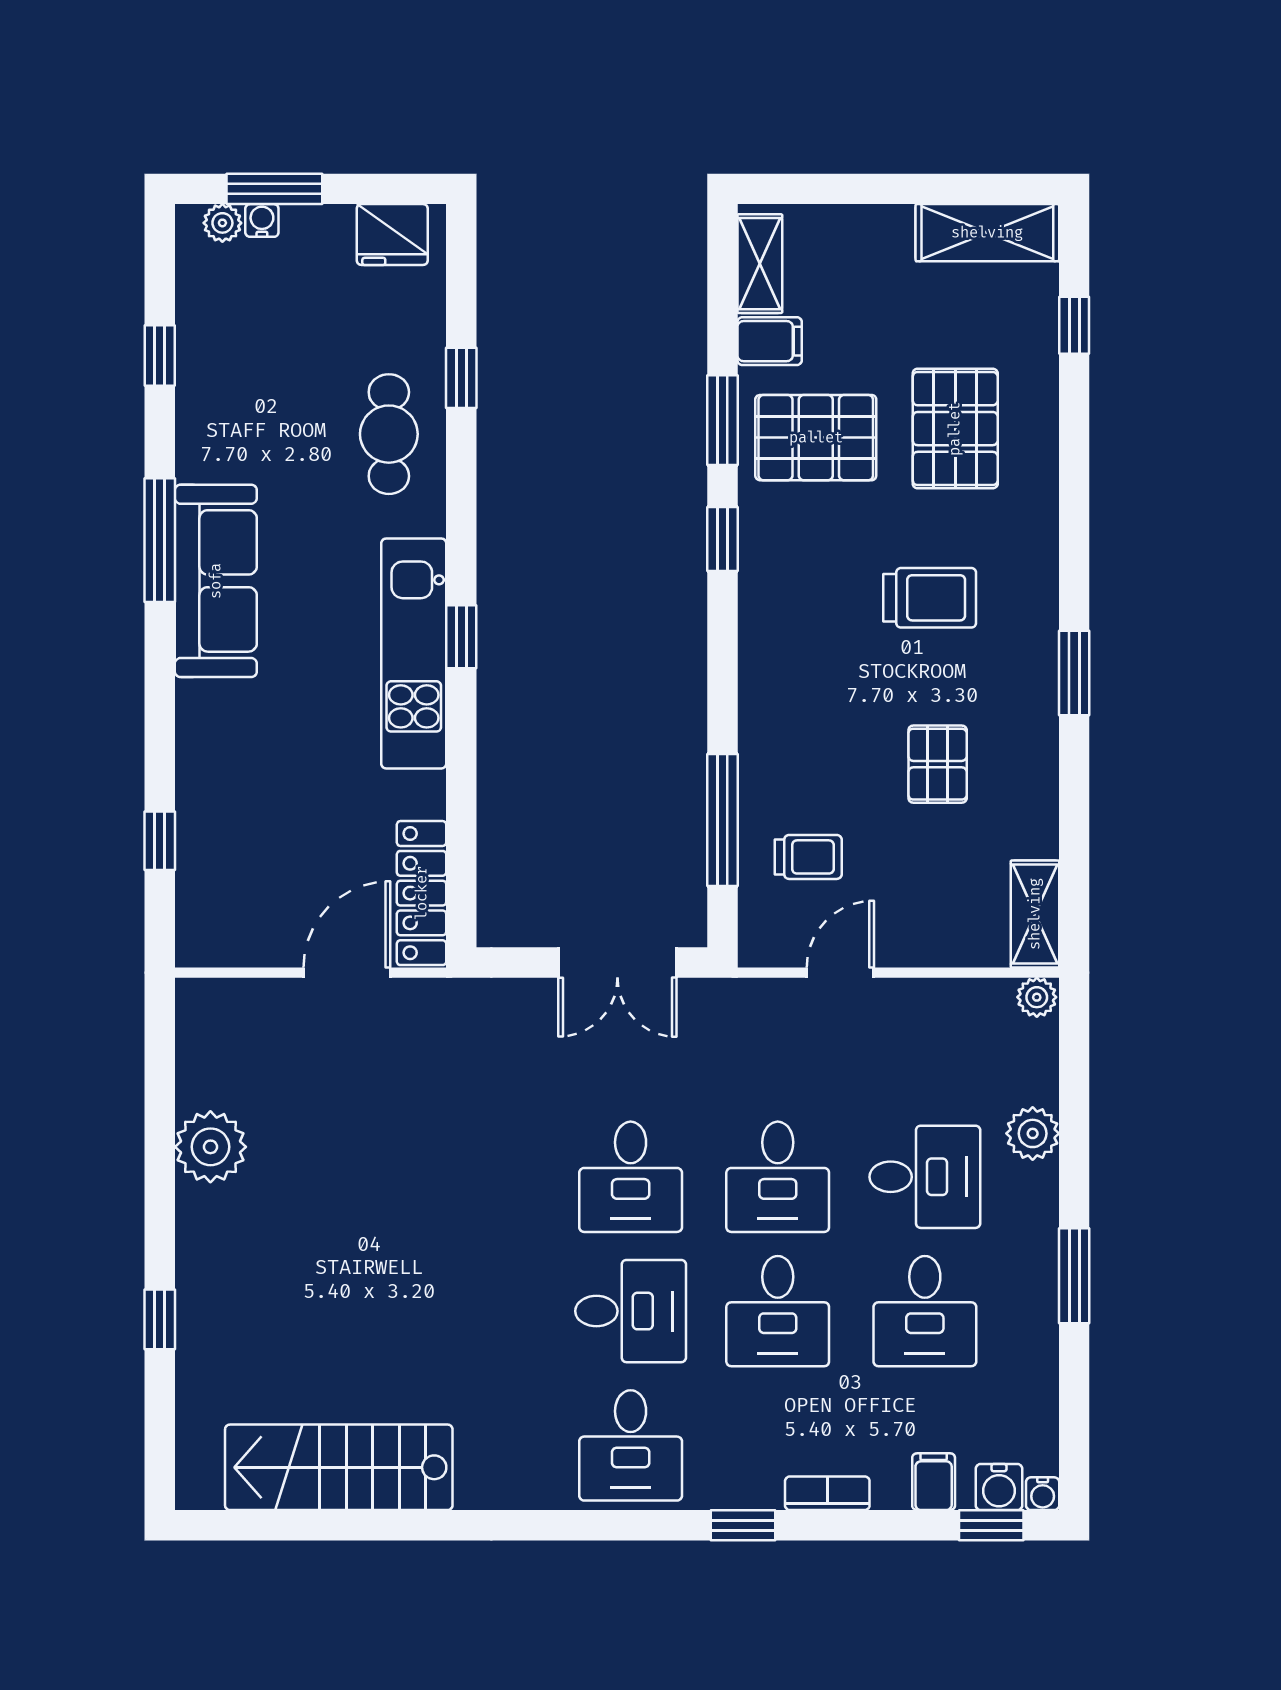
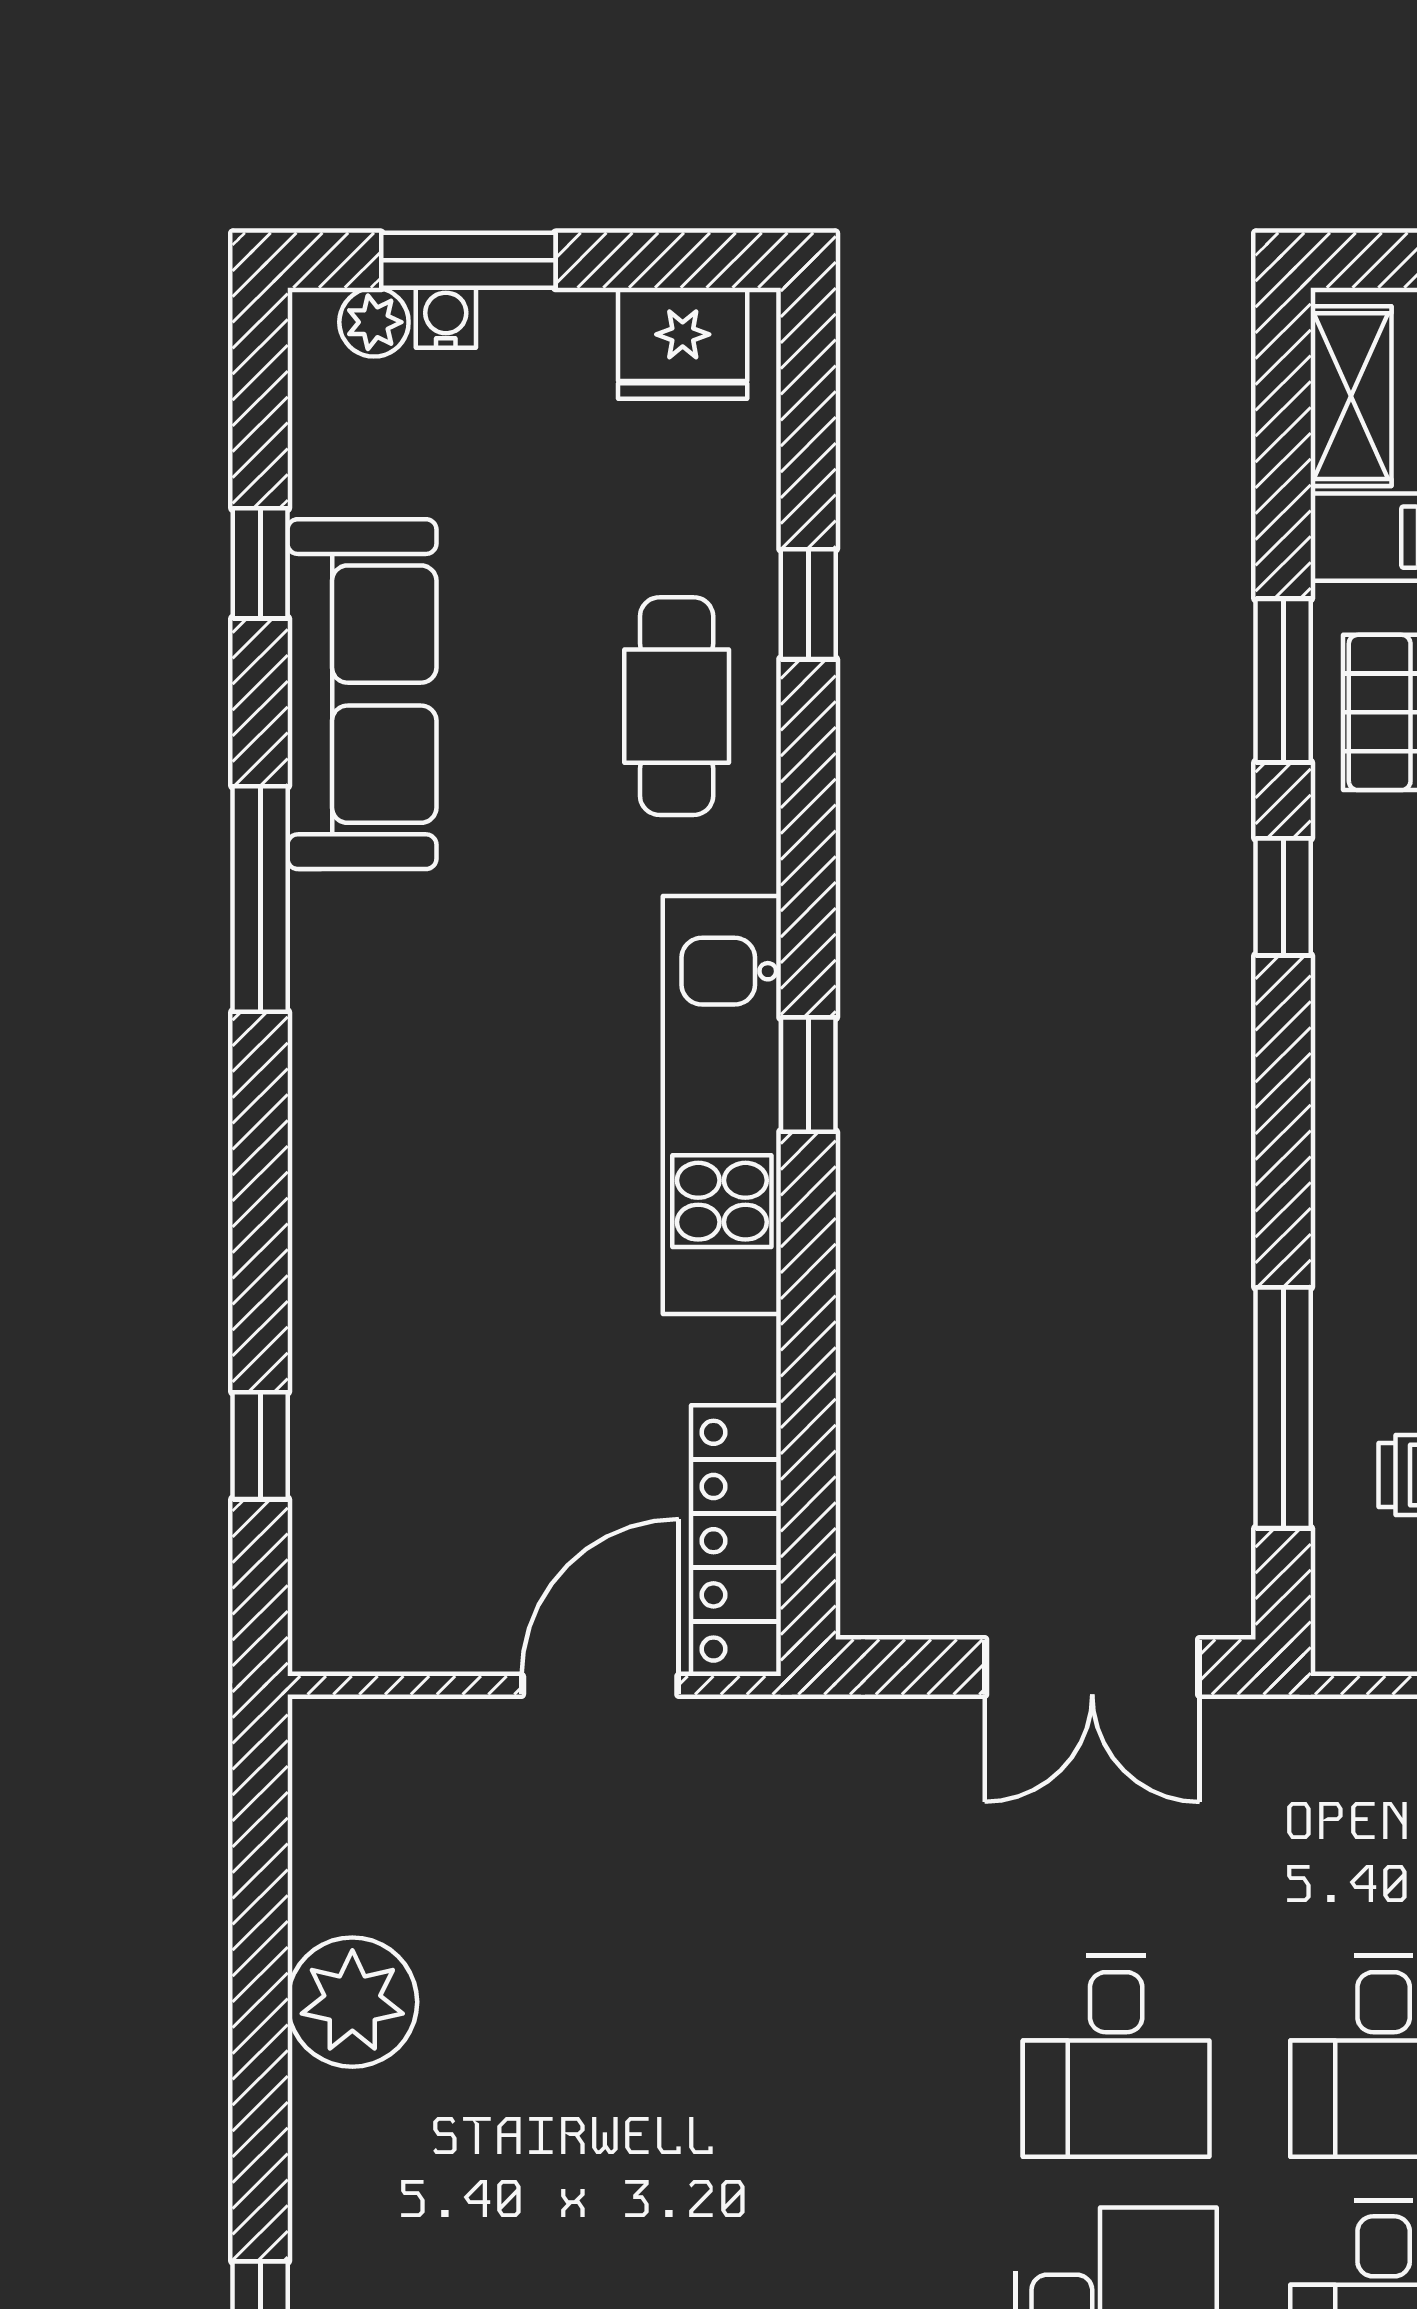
sofa: (216, 581) -> (362, 694), moved

